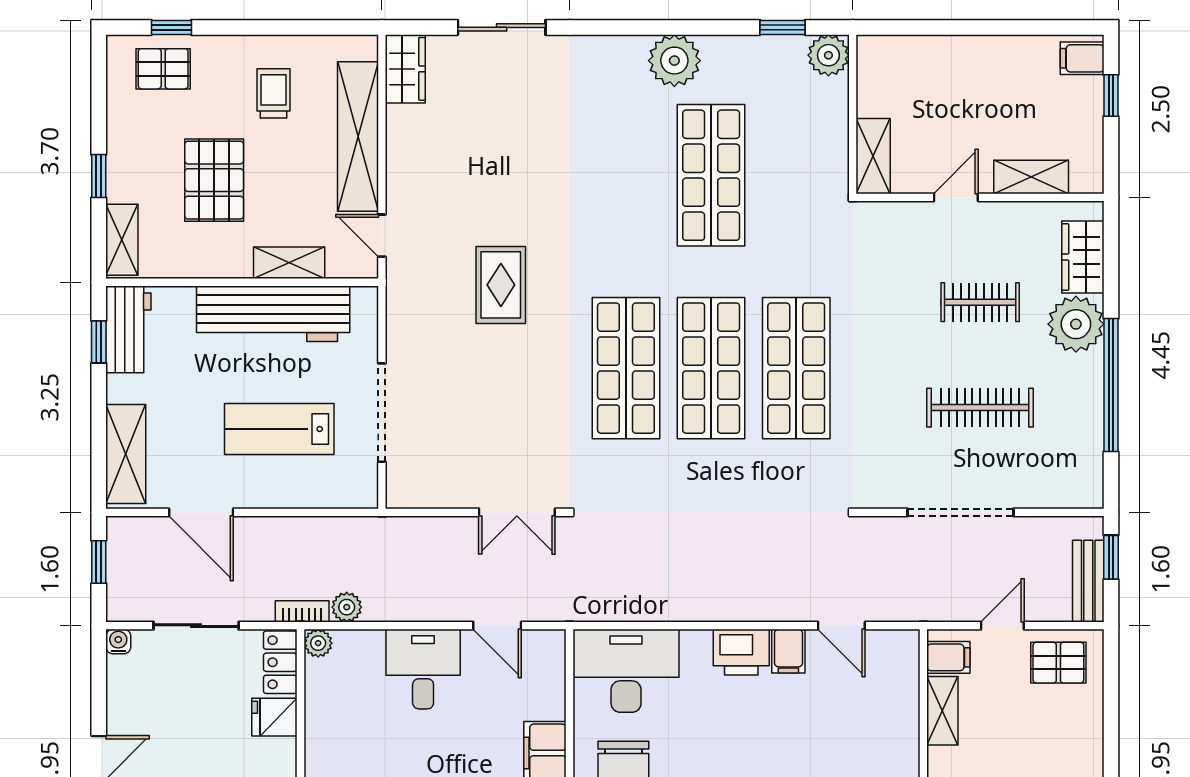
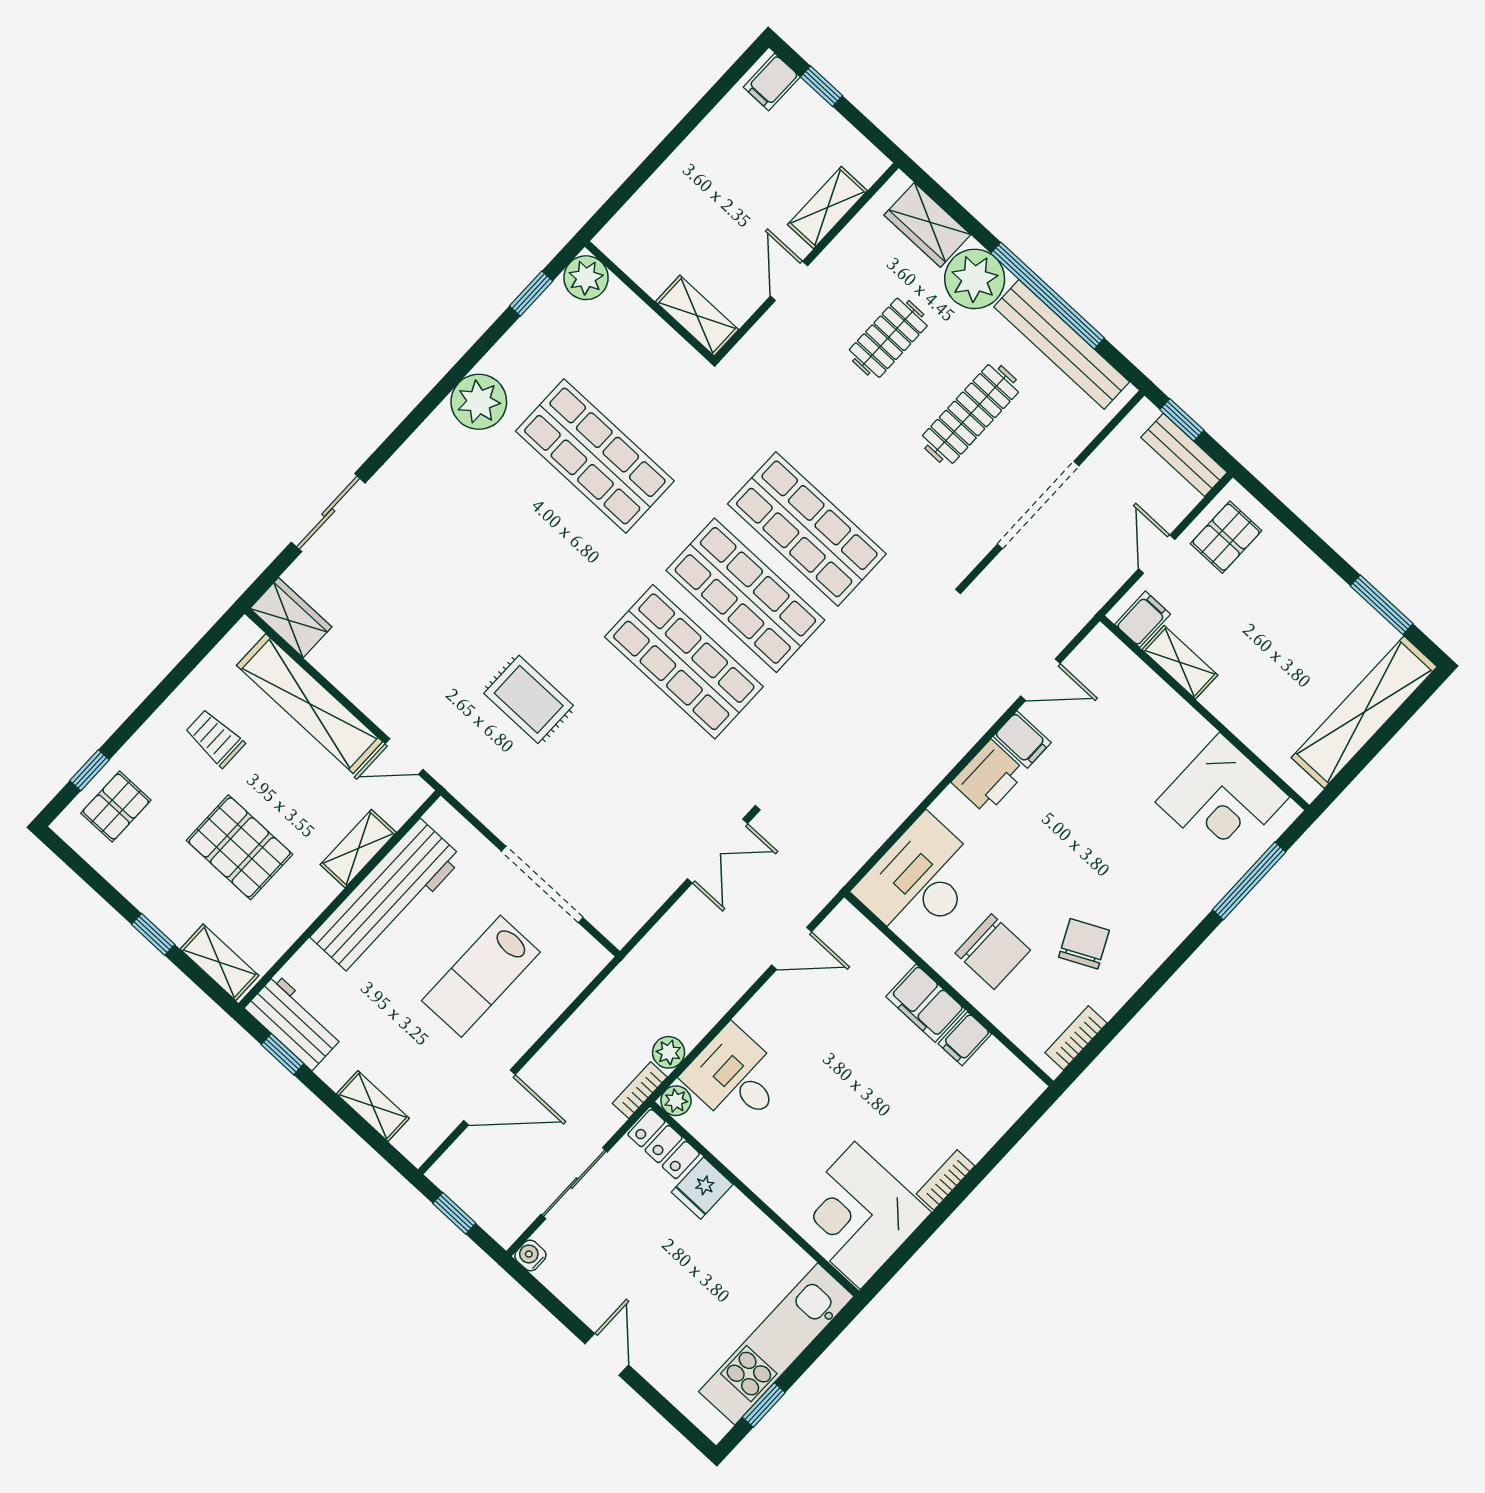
bench: (1086, 426) -> (1062, 344), added
shelving: (126, 454) -> (373, 1106), width x0.67, depth x0.75
desk: (423, 669) -> (735, 1077), moved

